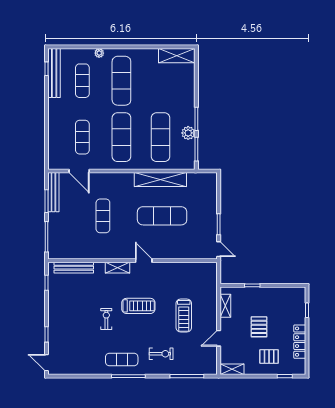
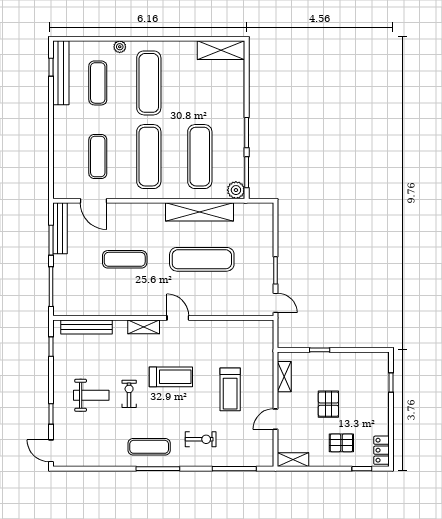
plant: (188, 133) -> (236, 190), moved
exercise mat: (103, 216) -> (125, 259), turned 90
weight bench: (77, 320) -> (91, 395), added
locker: (300, 342) -> (381, 450), moved, width x0.66

